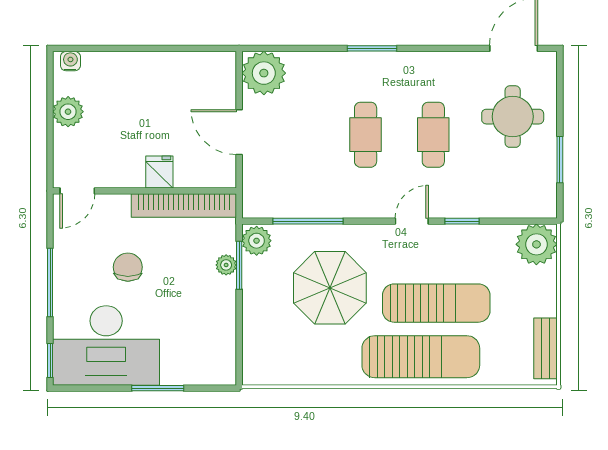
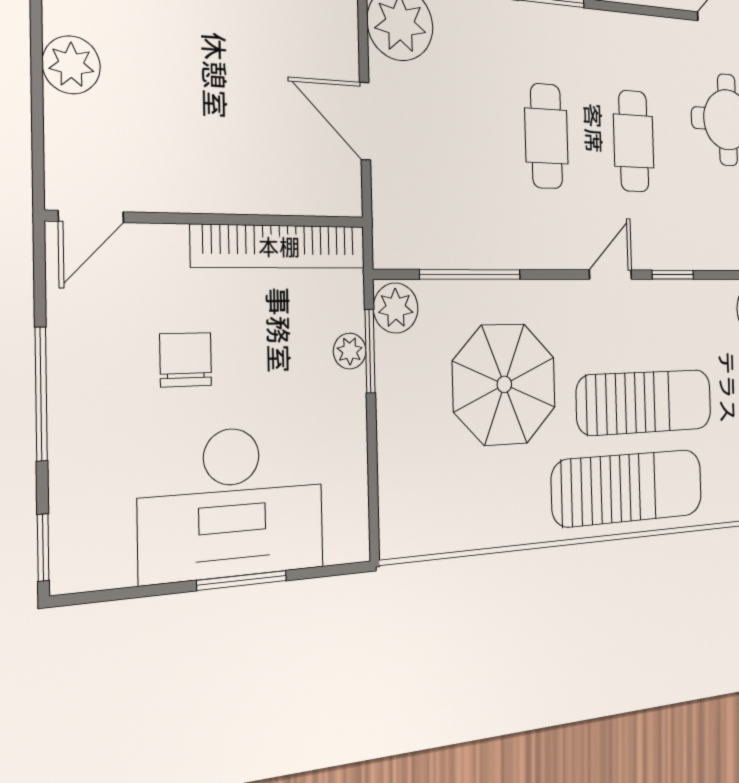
fridge: (159, 172) -> (237, 185), removed
desk: (106, 346) -> (232, 502), moved

